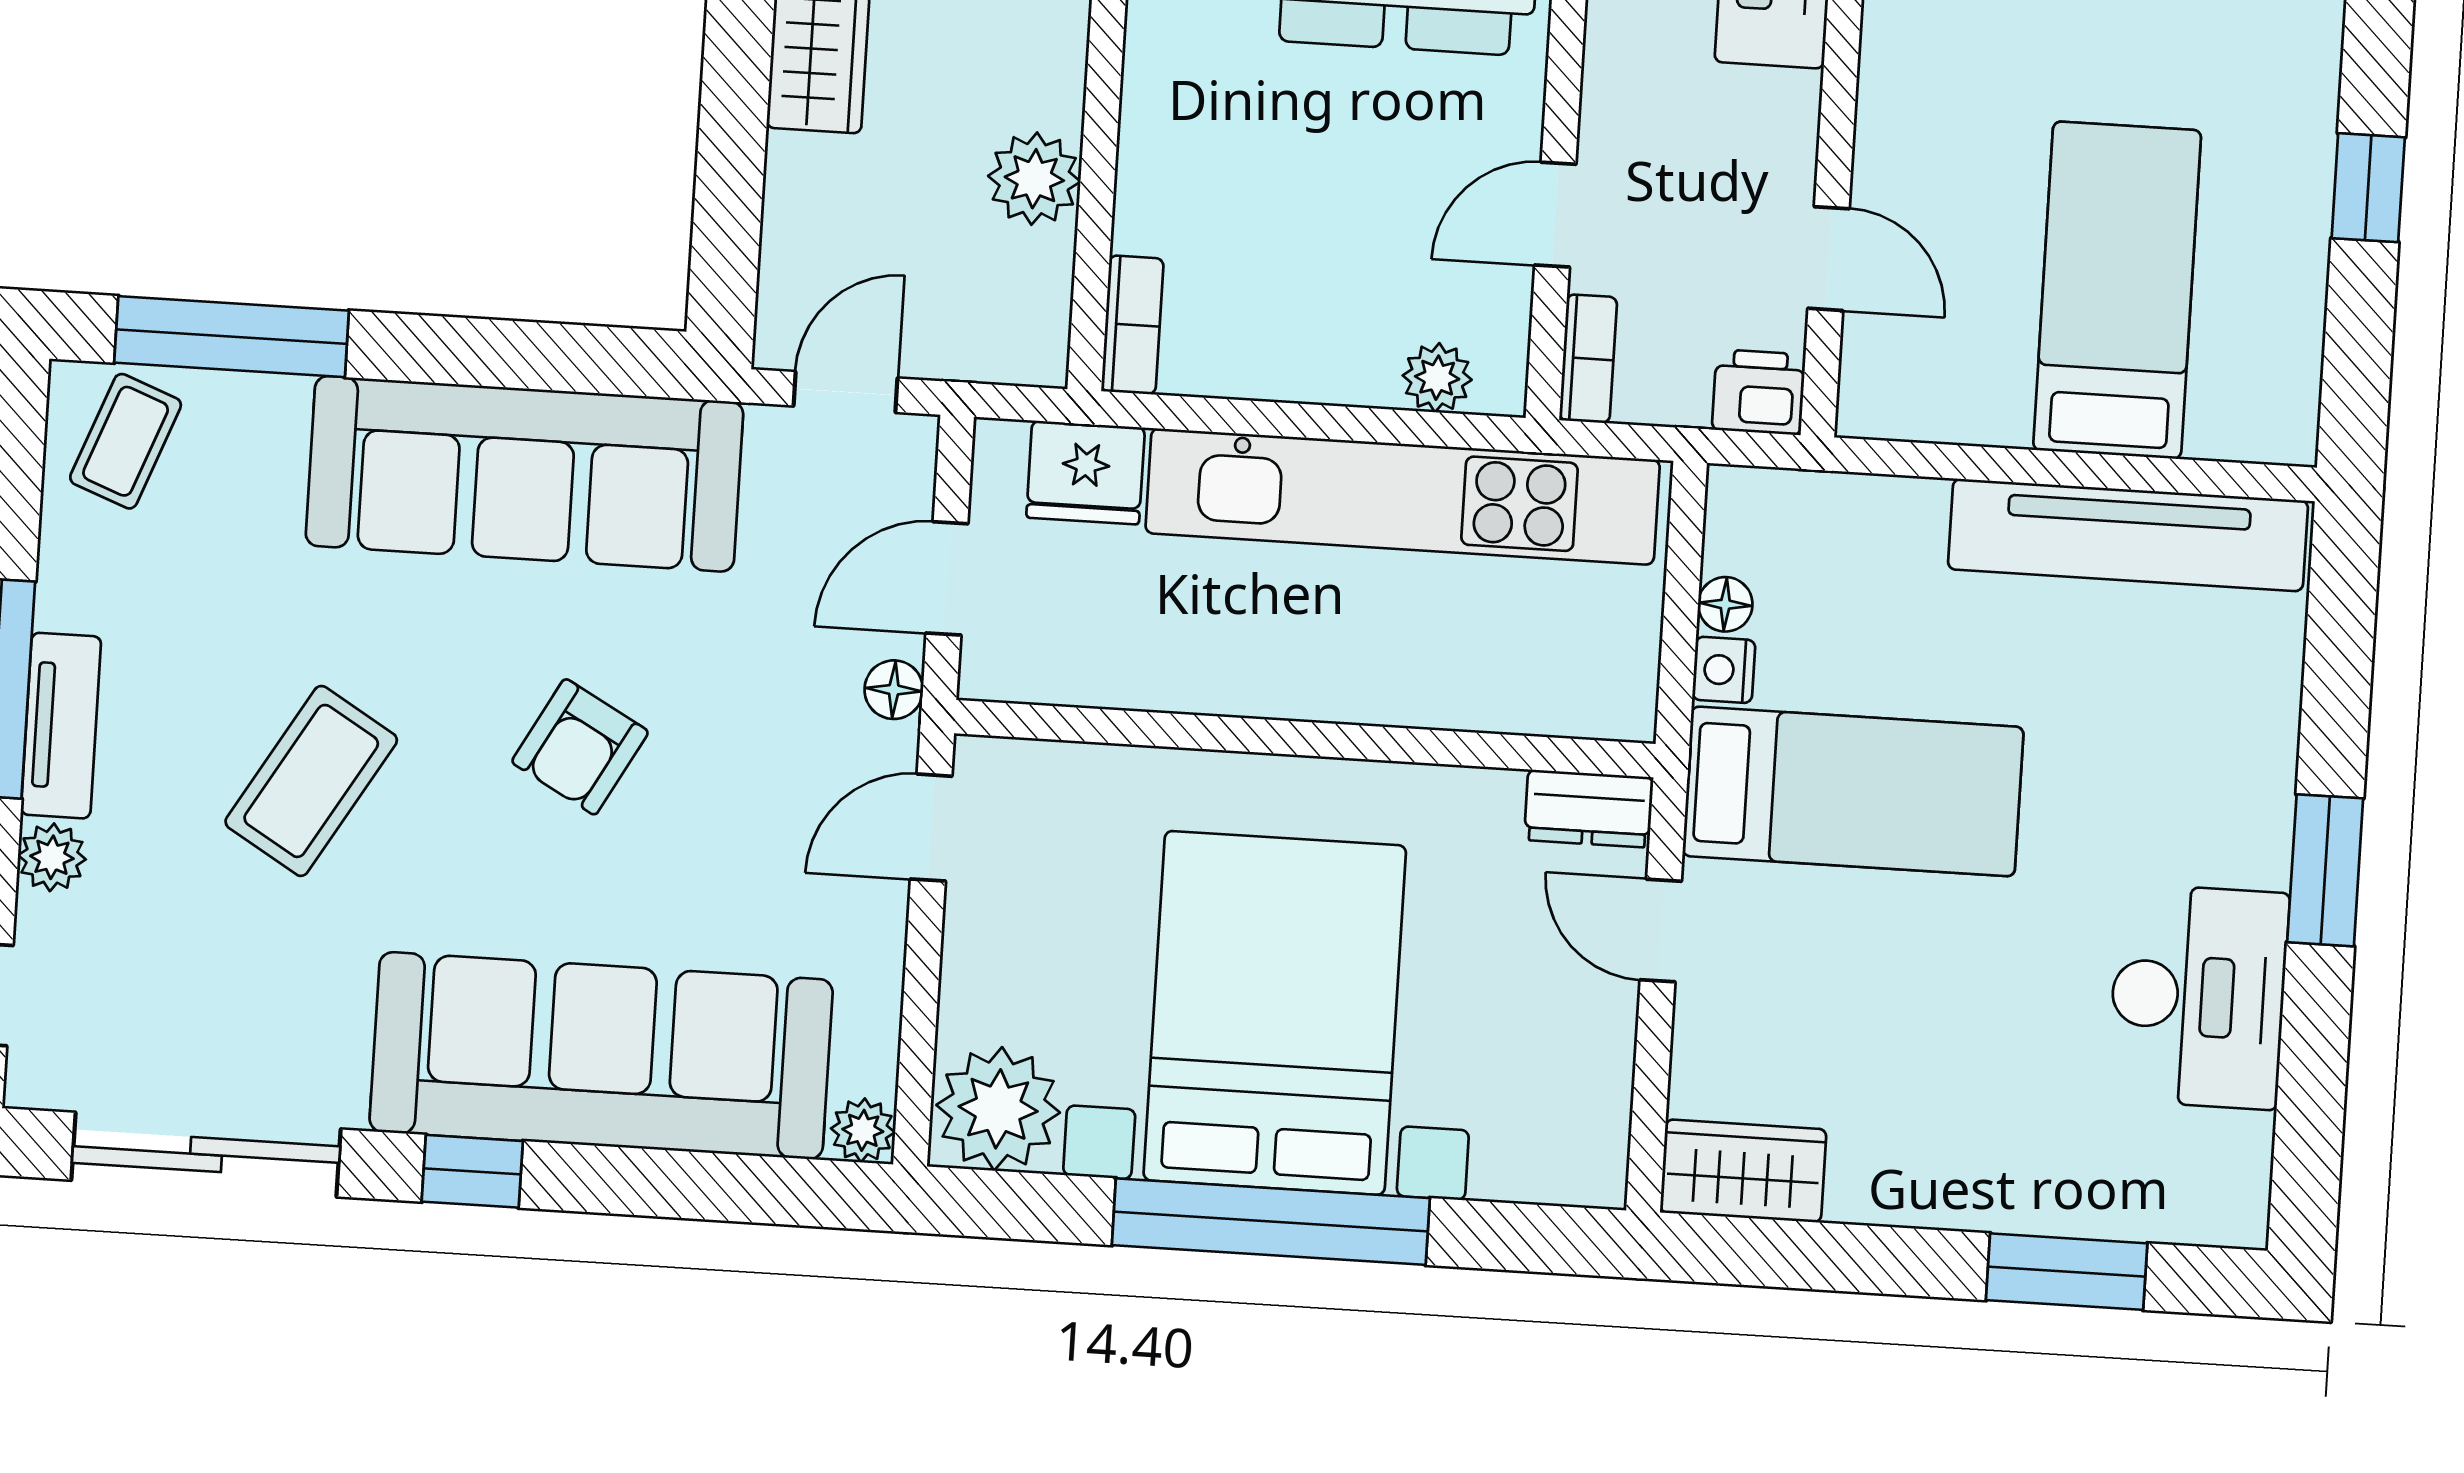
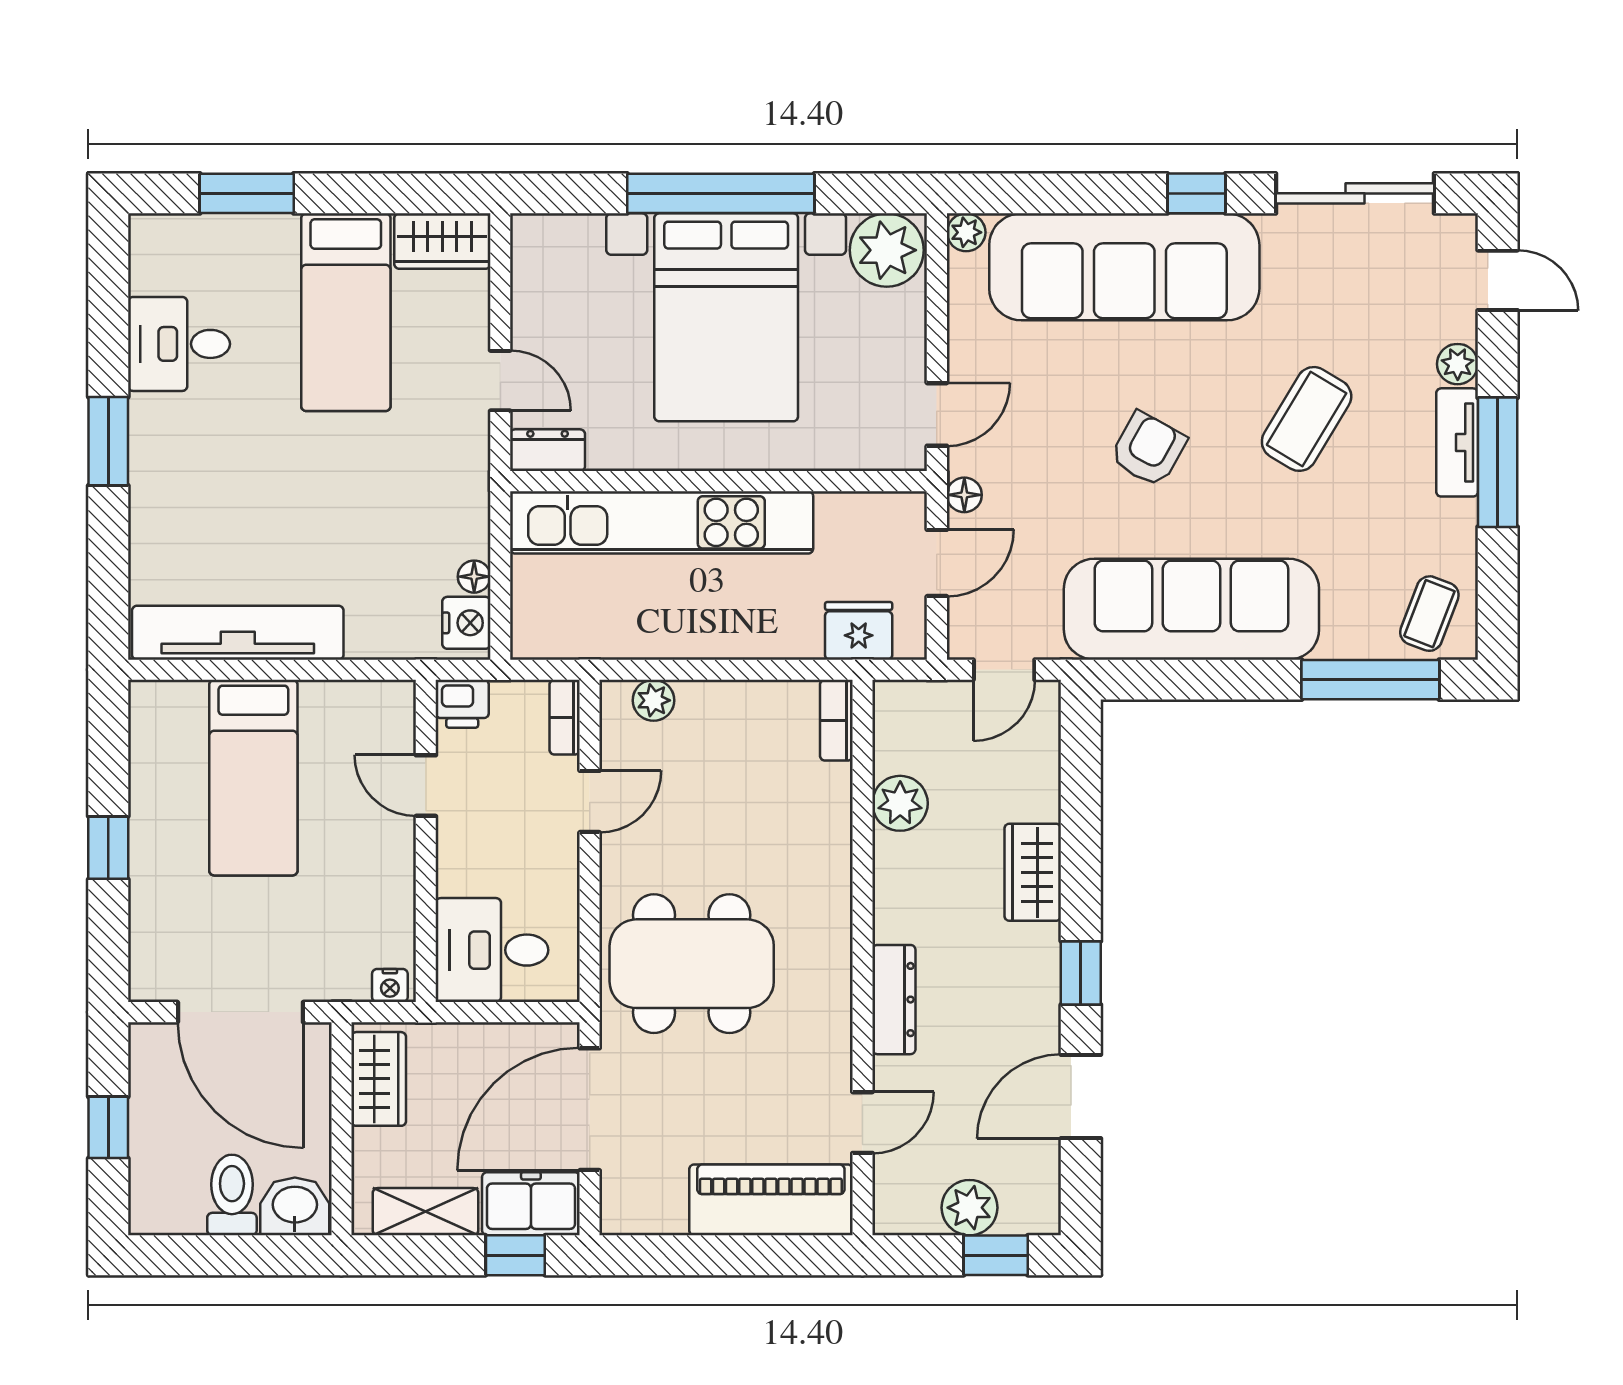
kitchen unit: (1403, 496) -> (662, 522), moved, turned 180
nightstand: (1724, 670) -> (466, 623), moved, width x1.39, depth x1.35
bed: (1853, 791) -> (346, 312), moved, turned -90
desk: (2198, 997) -> (179, 344), width x0.73

